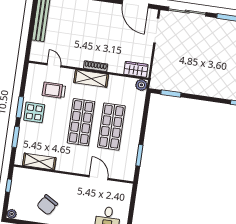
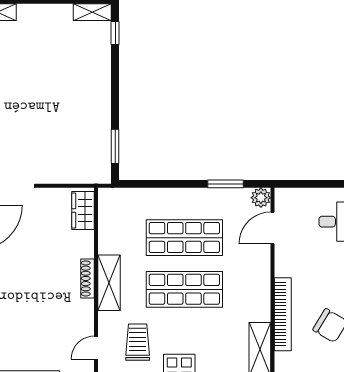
plant: (141, 85) -> (261, 198), moved
trolley: (54, 90) -> (138, 342), turned 180
bookcase: (58, 178) -> (283, 314), added
door: (99, 178) -> (273, 228), moved

